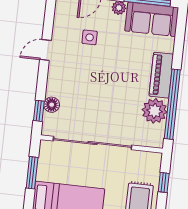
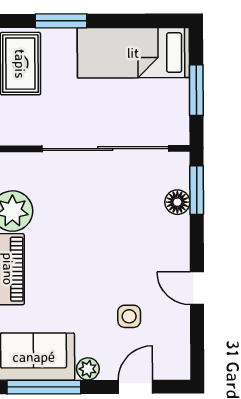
door: (46, 50) -> (197, 288), swing flipped
window: (39, 111) -> (197, 190), width x1.50

